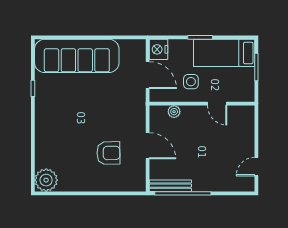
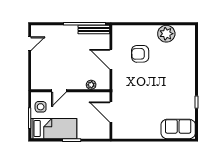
nightstand: (159, 49) -> (103, 131), removed
sofa: (77, 56) -> (178, 129), width x0.54, depth x0.79
side table: (191, 82) -> (41, 107), moved
door: (217, 104) -> (59, 91), swing flipped
plant: (46, 180) -> (166, 34), moved

